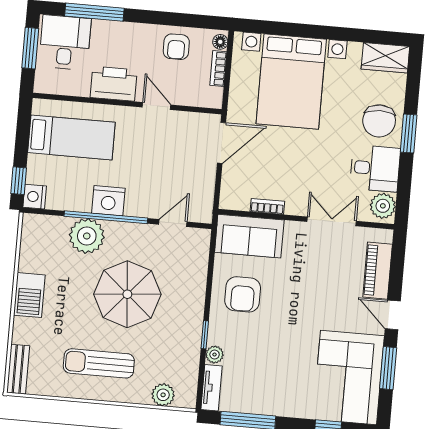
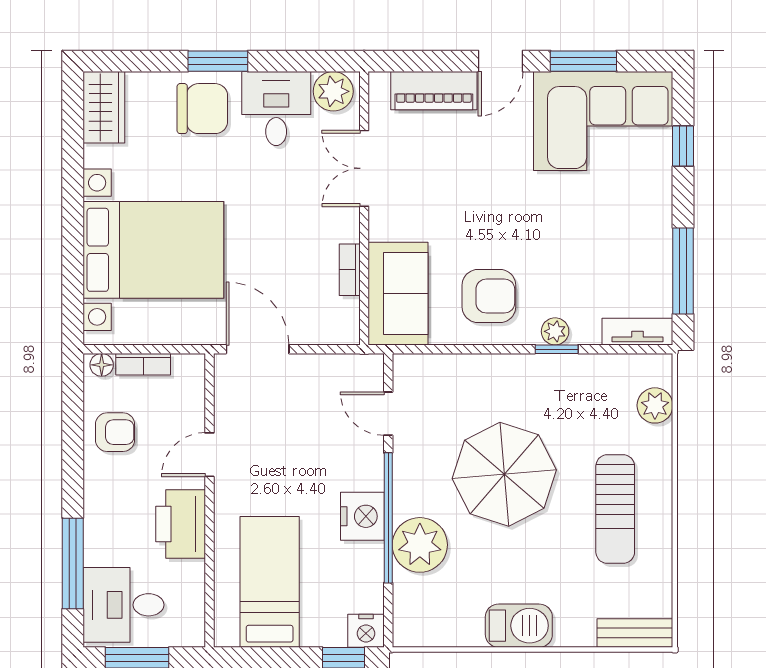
plant: (215, 355) -> (555, 331), moved

